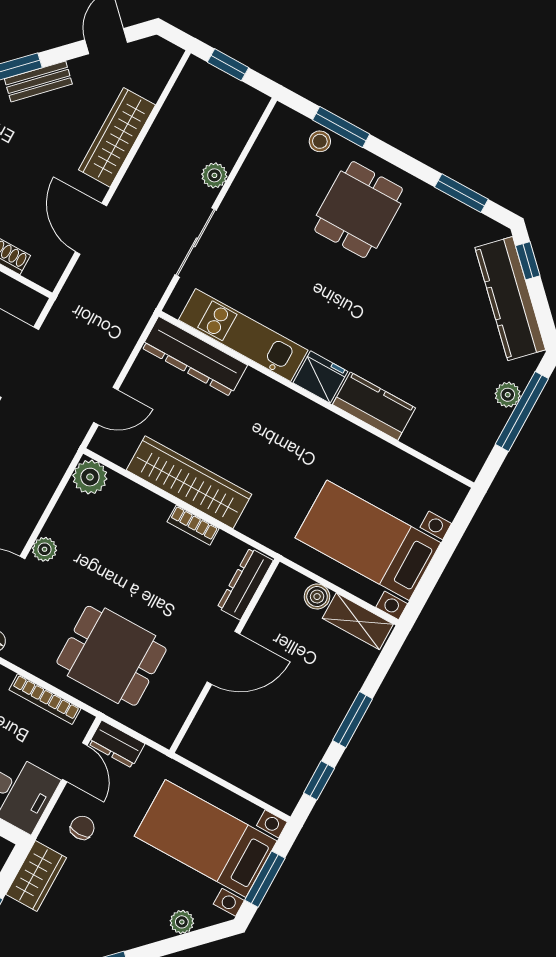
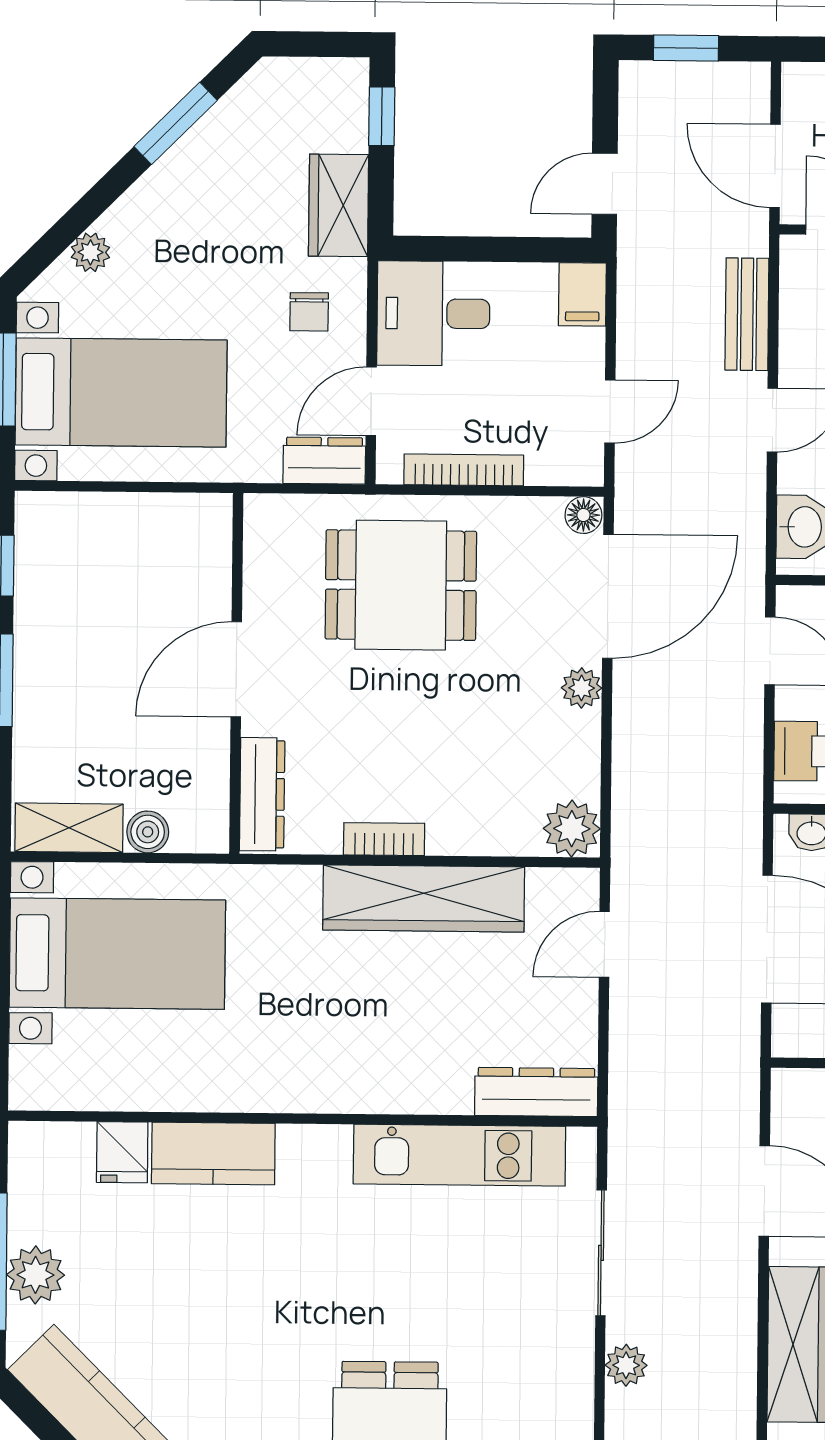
dresser: (194, 356) -> (536, 1092), width x0.73, depth x0.80
fridge: (320, 377) -> (122, 1152), moved, width x0.72
plant: (508, 395) -> (36, 1275), width x1.38, depth x1.38
door: (75, 762) -> (371, 401), hinge flipped

